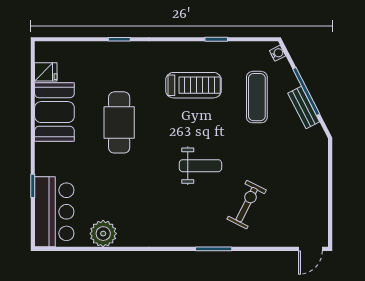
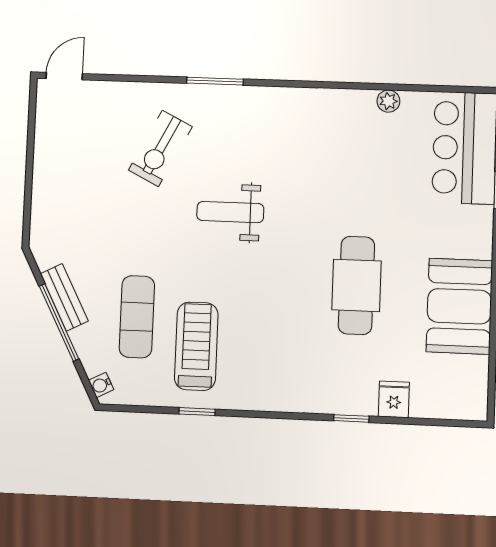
fridge: (46, 72) -> (394, 399), moved, turned 90
treadmill: (193, 85) -> (196, 346), moved, turned 90
plant: (103, 234) -> (388, 101), width x0.53, depth x0.53

